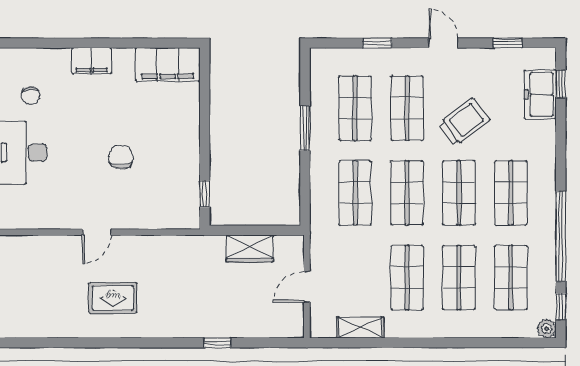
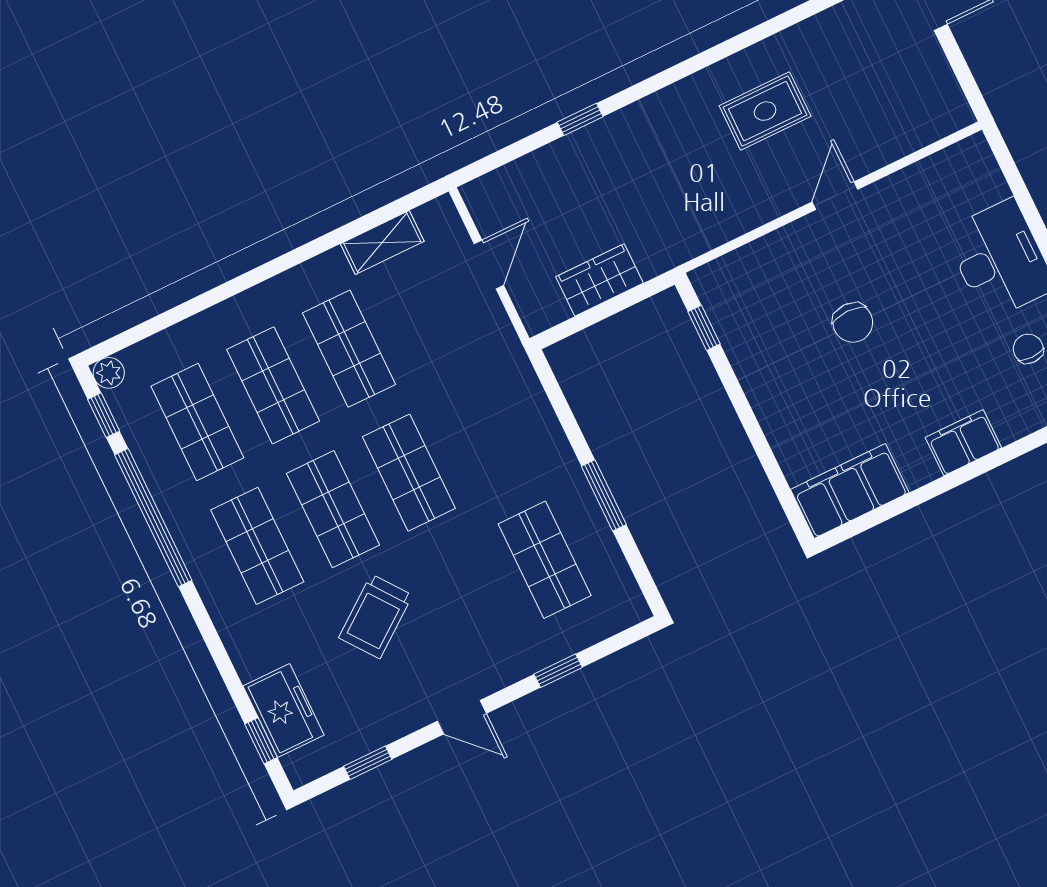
shop shelf: (407, 108) -> (469, 596), removed
shop shelf: (355, 193) -> (485, 436), removed

